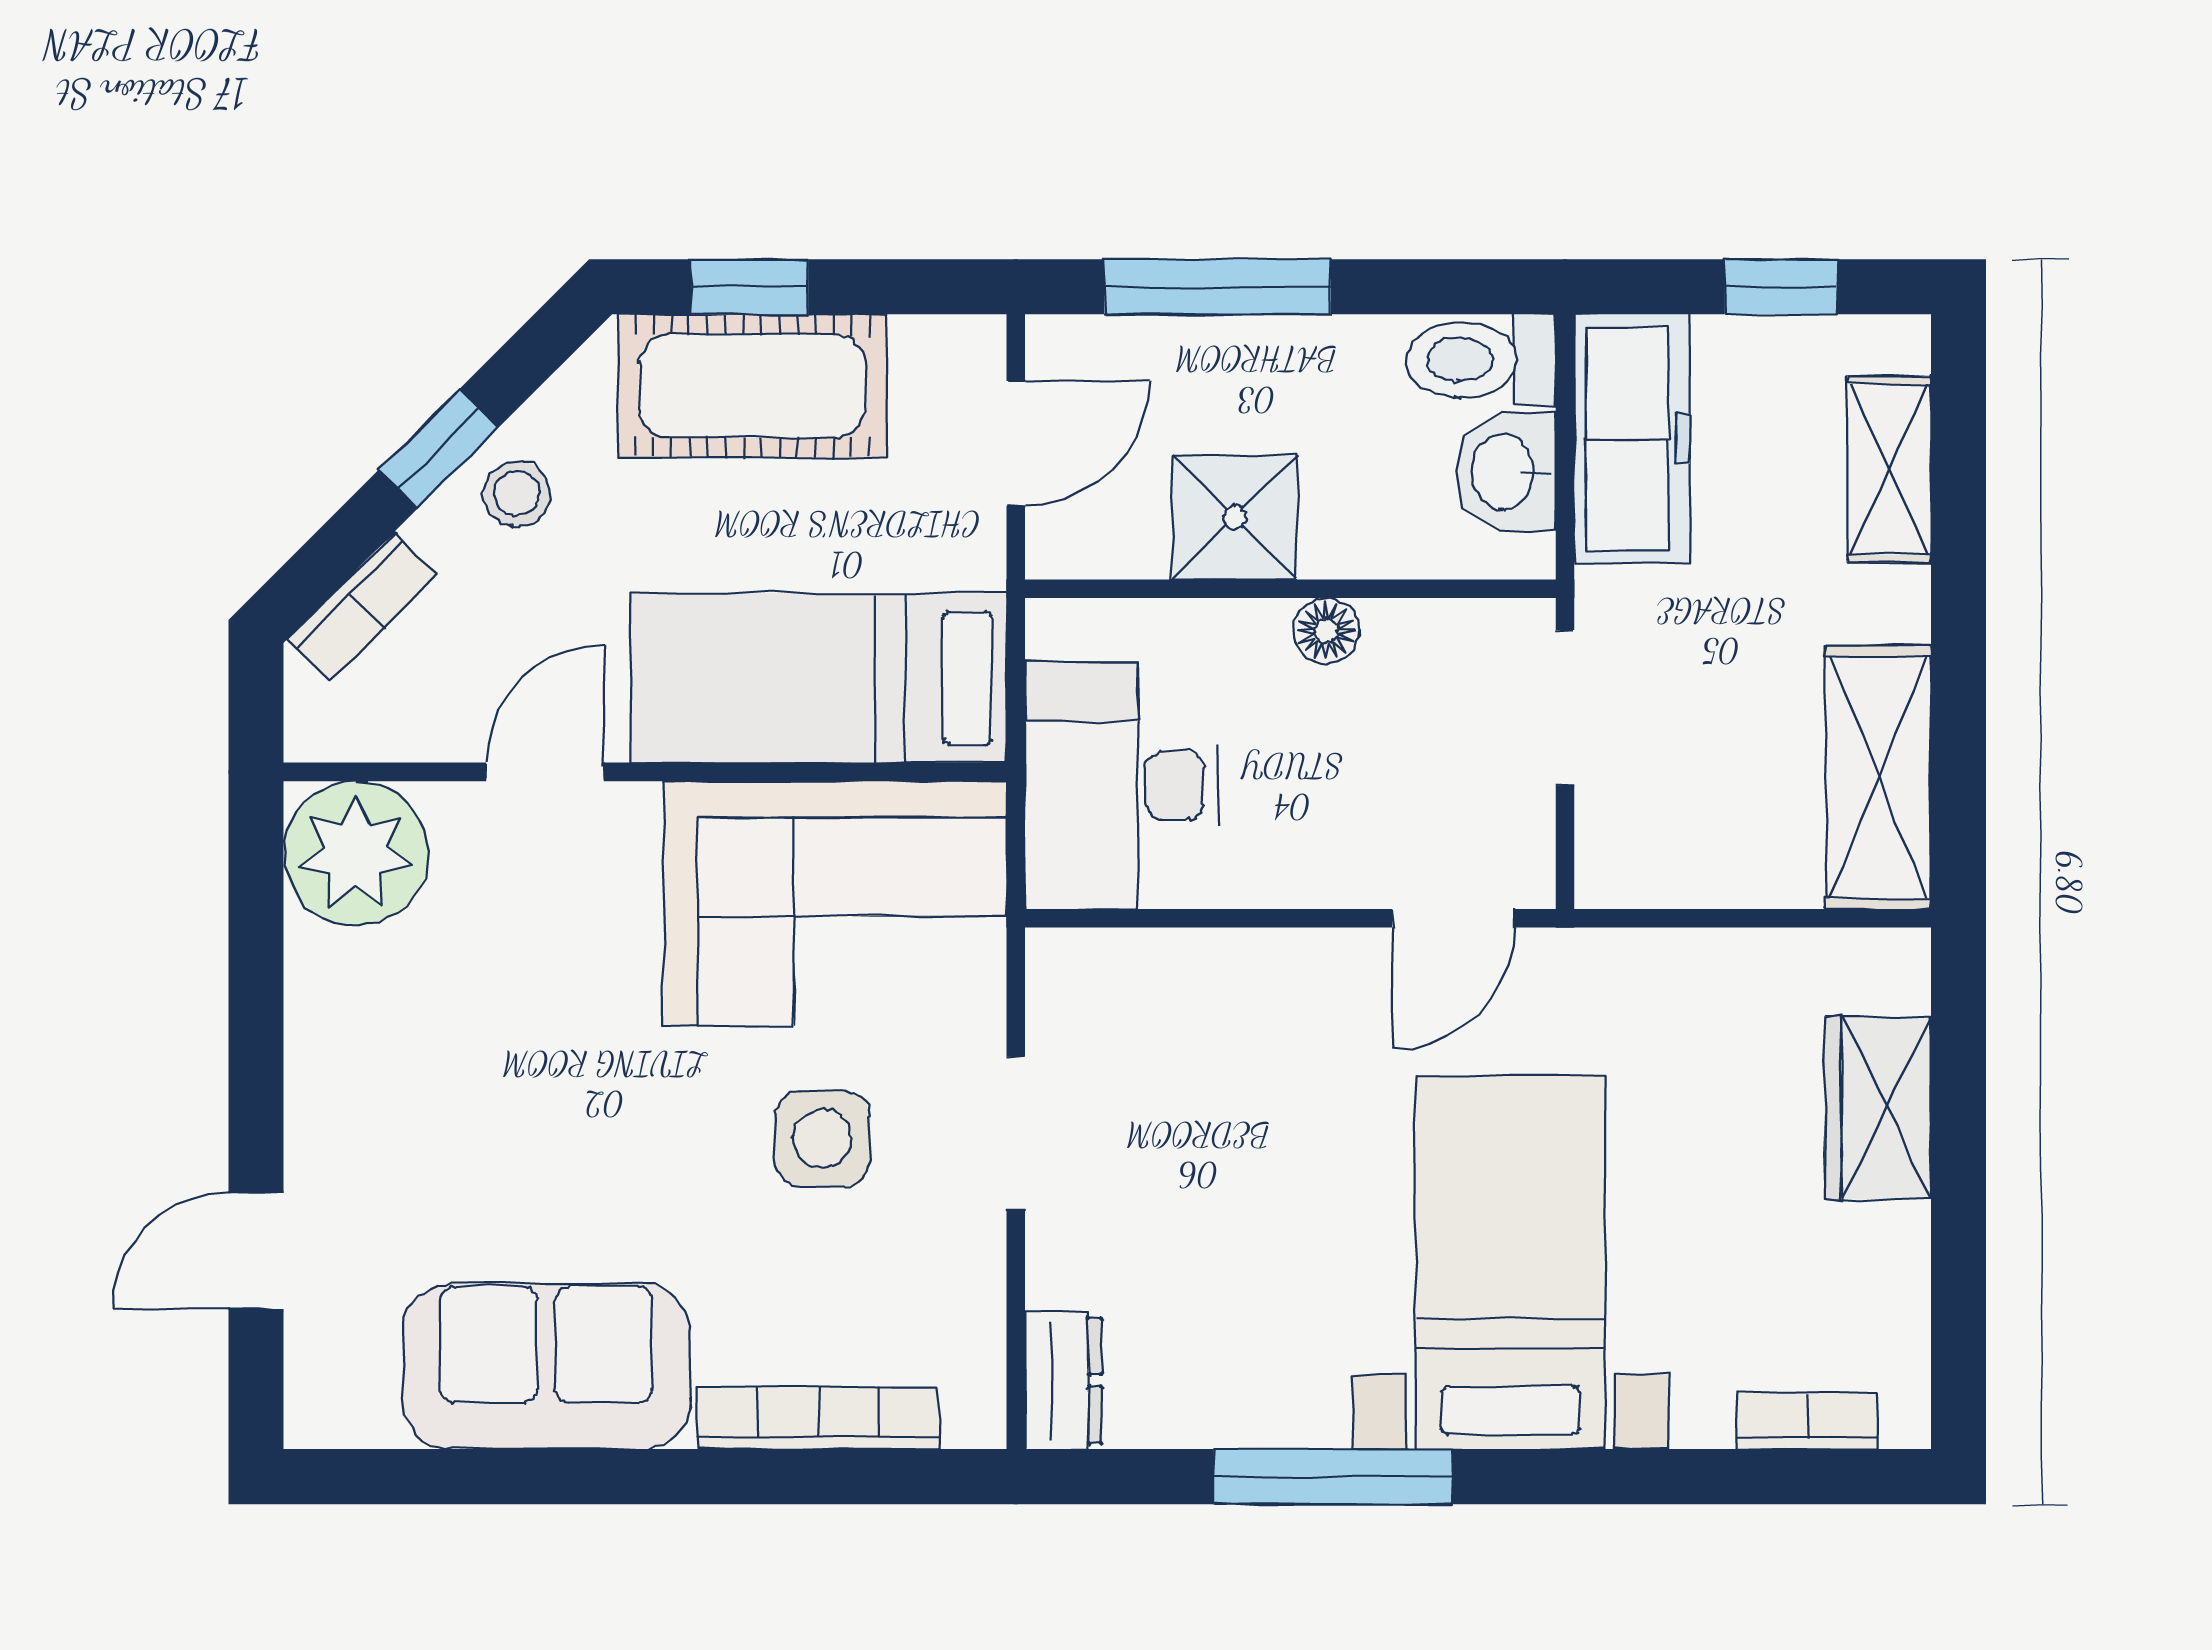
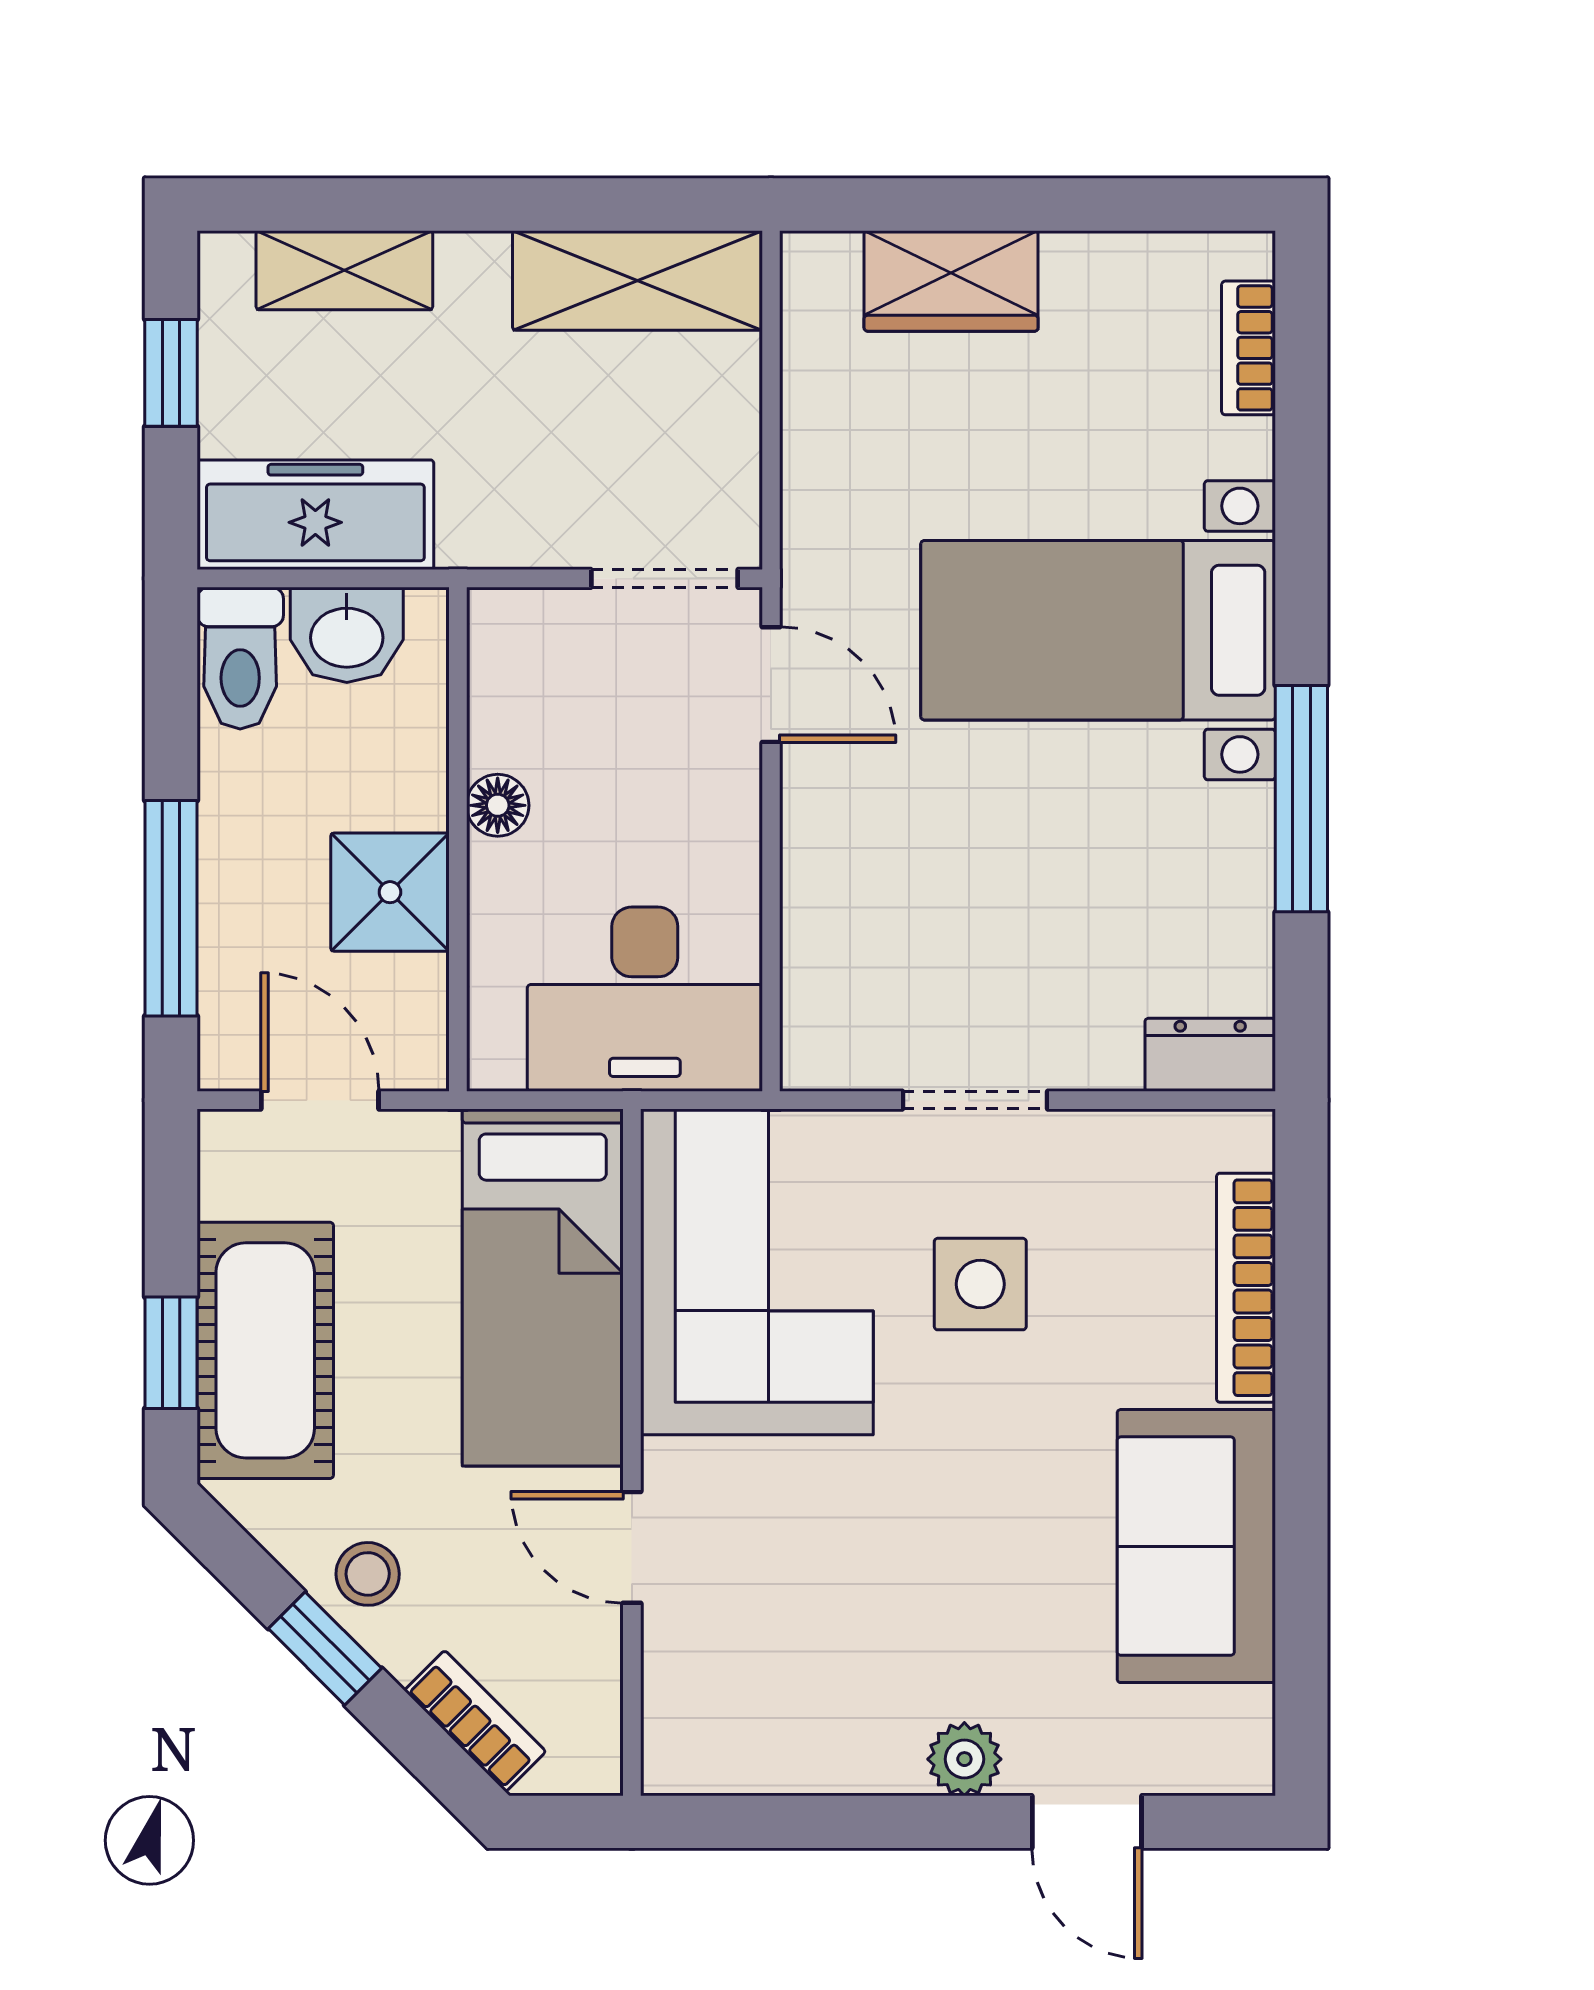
doorway: (1565, 708) -> (664, 578), moved
plant: (356, 853) -> (964, 1759), moved, width x0.53, depth x0.53

